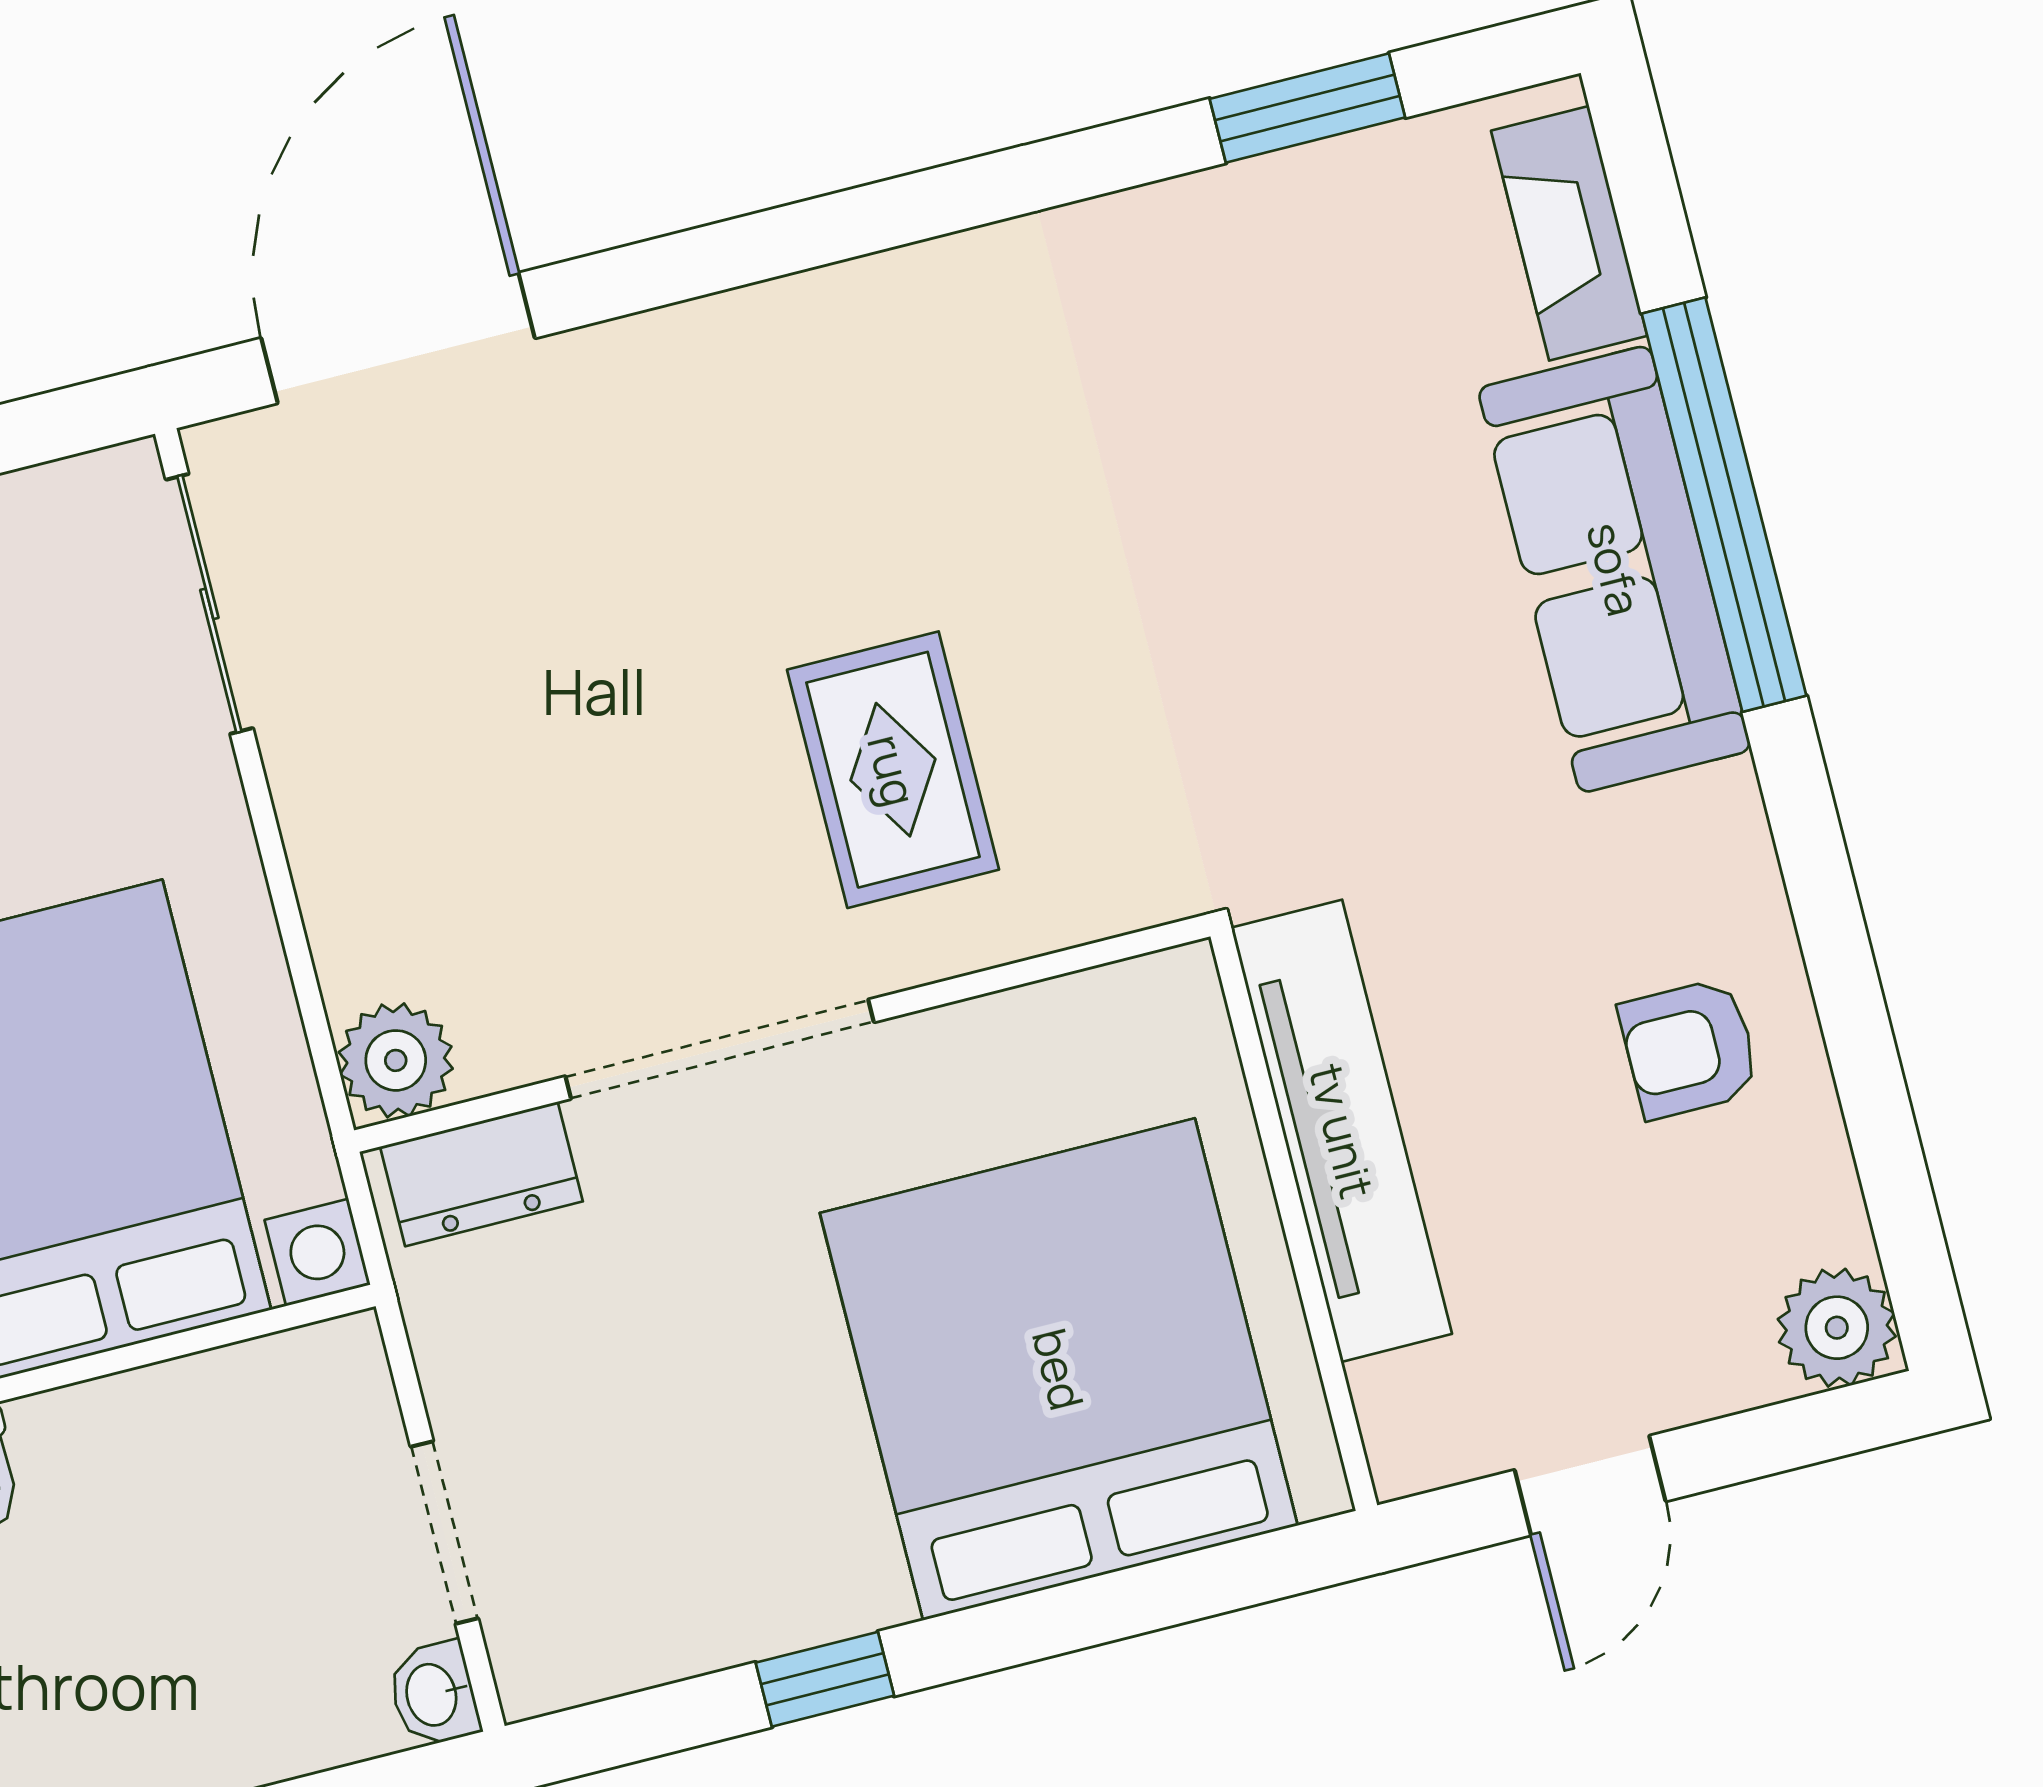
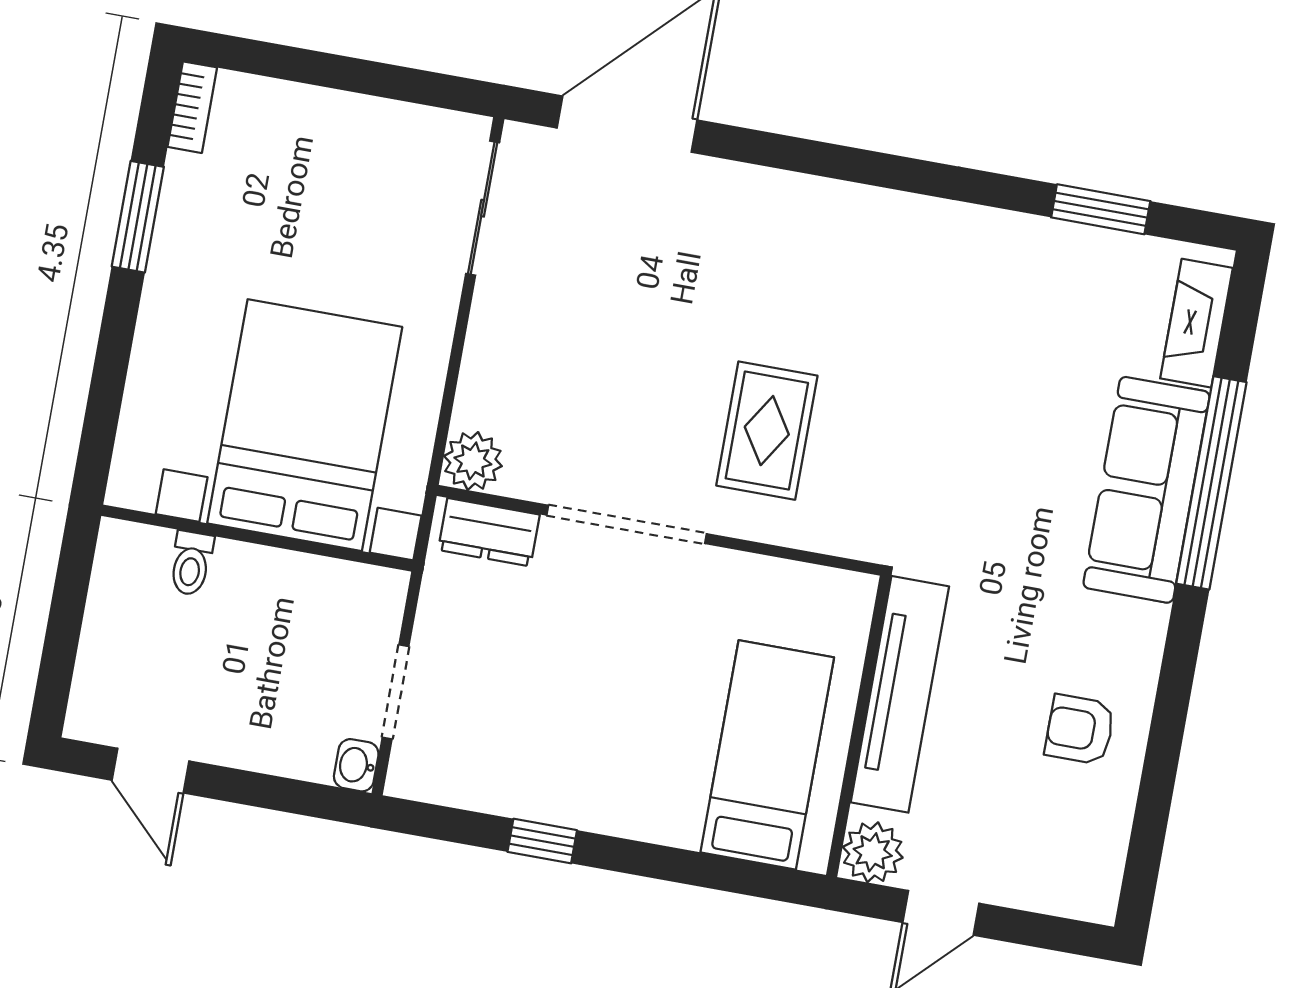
plant: (1837, 1328) -> (873, 852), moved
bed: (1059, 1369) -> (767, 755), width x0.49

